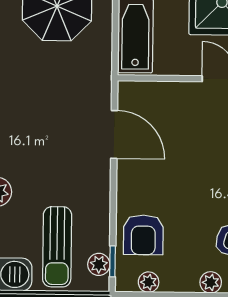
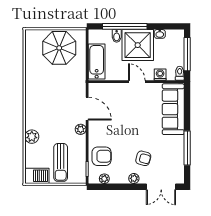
armchair: (143, 235) -> (102, 156), turned -90
plant: (99, 264) -> (81, 129), moved

